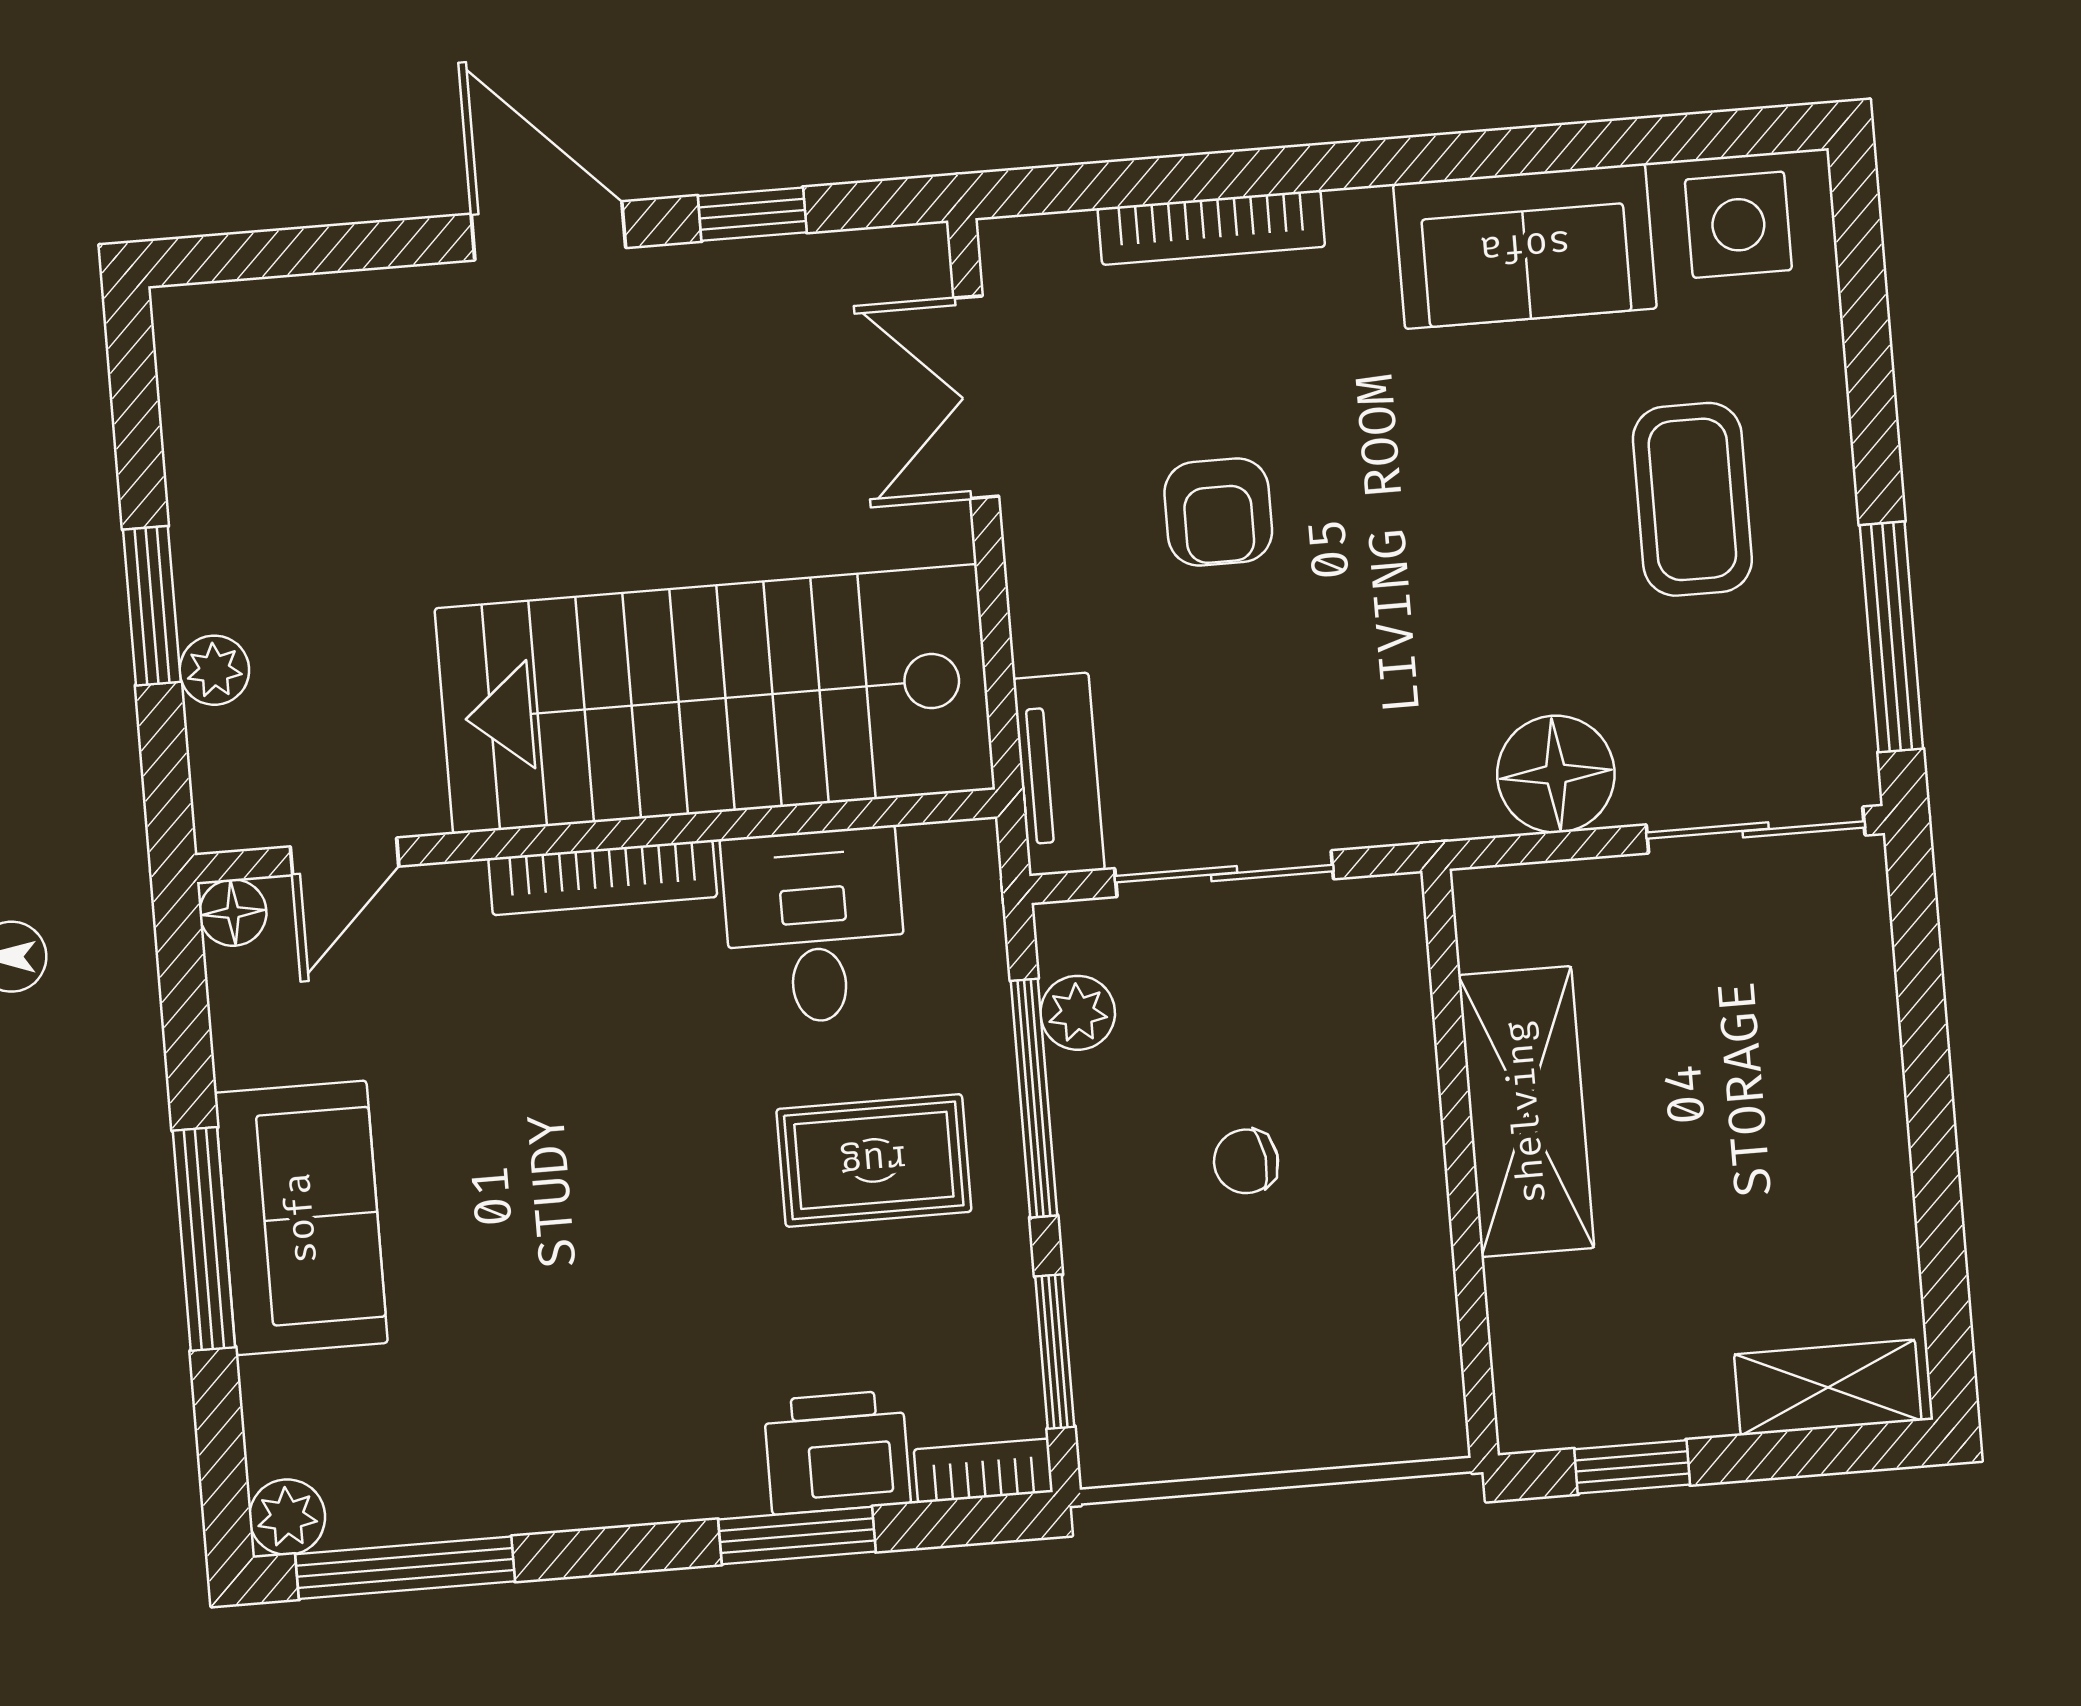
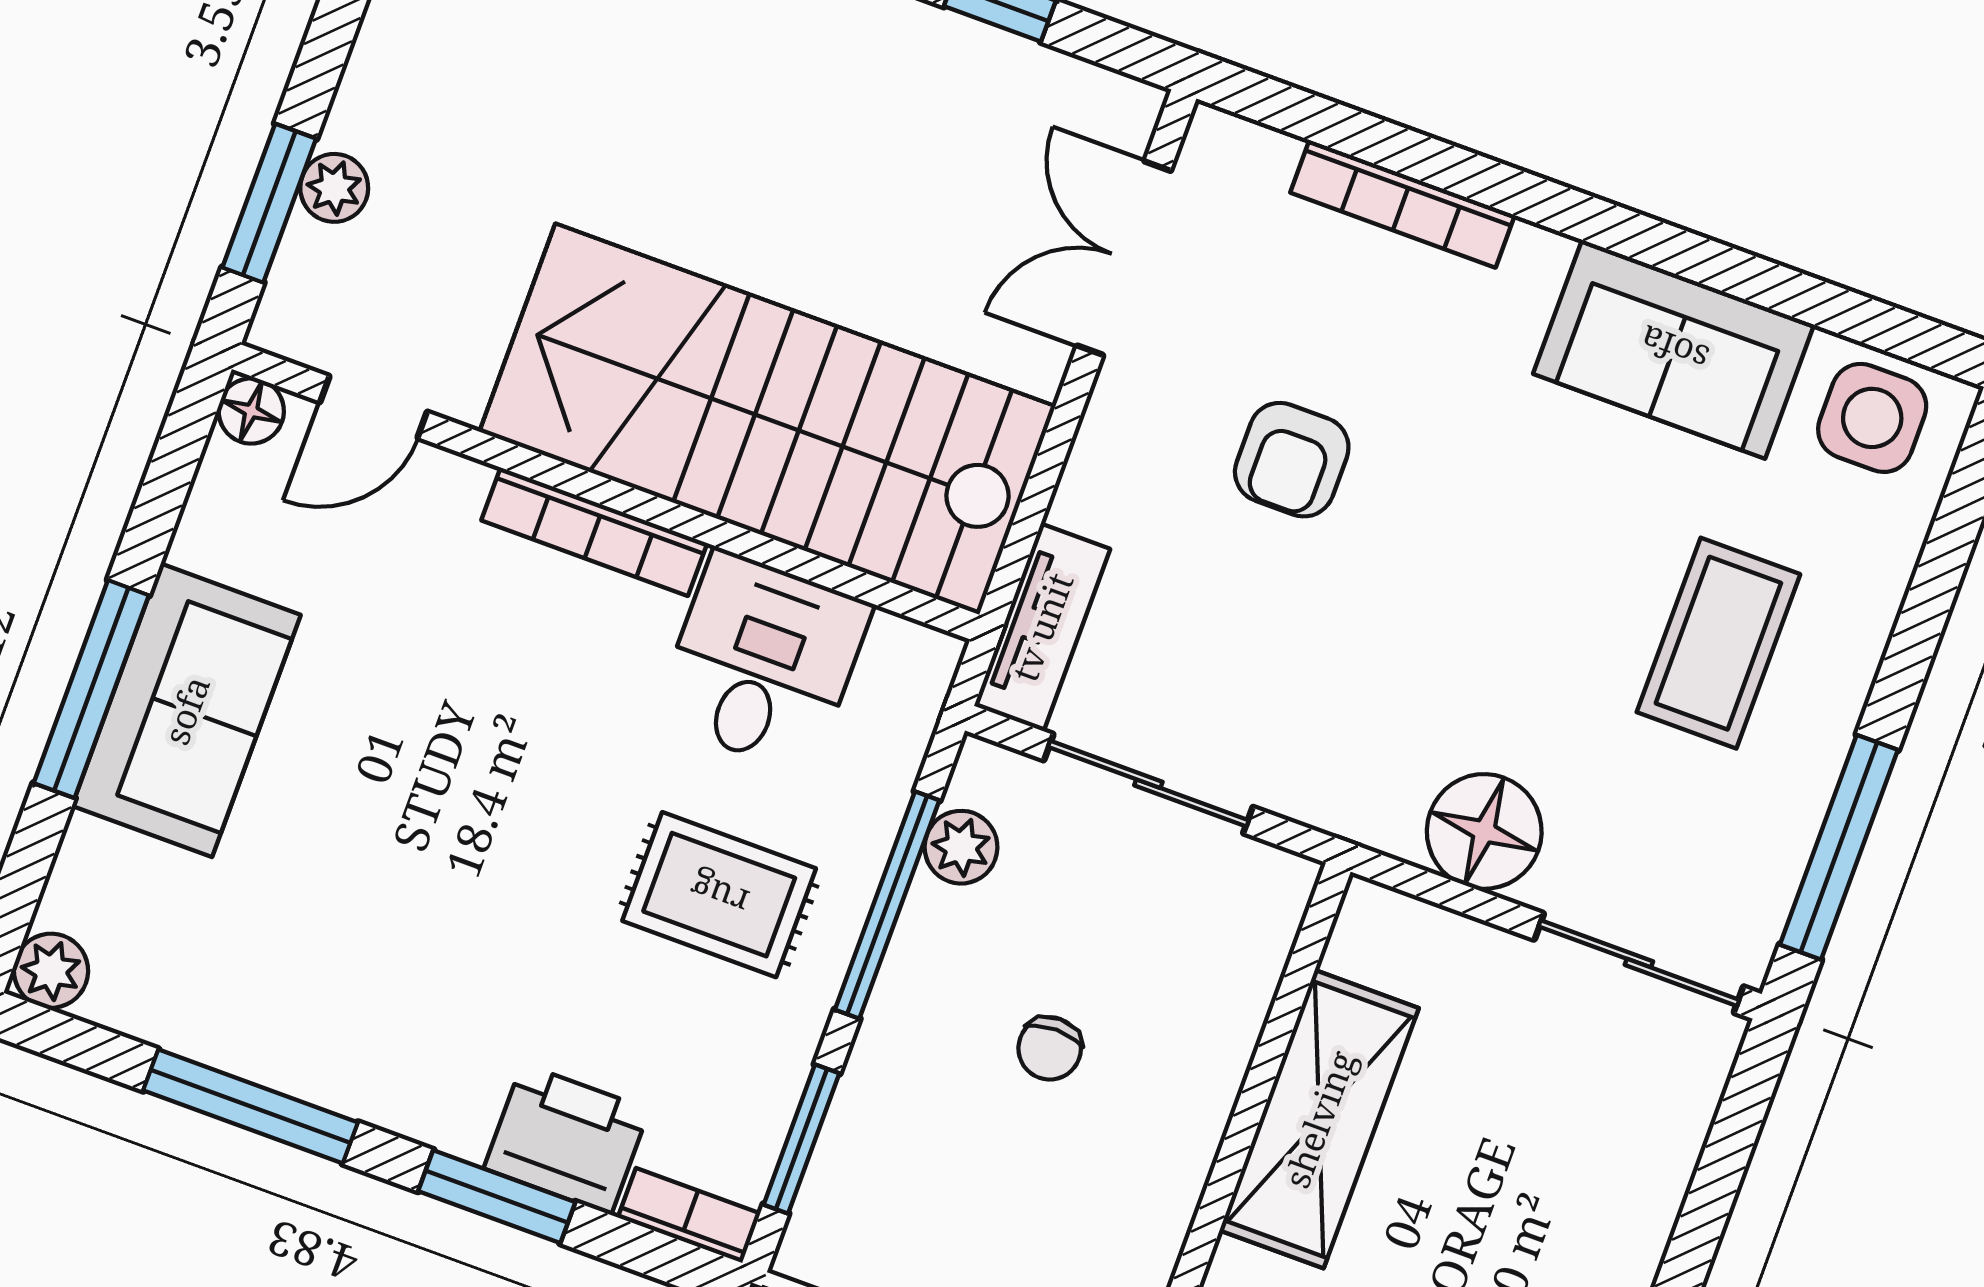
window: (152, 606) -> (269, 203), moved
chair: (1246, 1161) -> (1050, 1048), turned -83
window: (405, 1568) -> (251, 1106), moved

